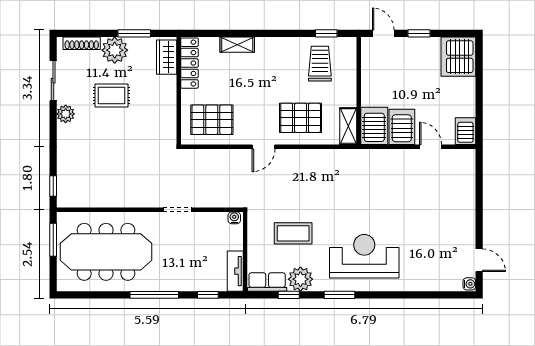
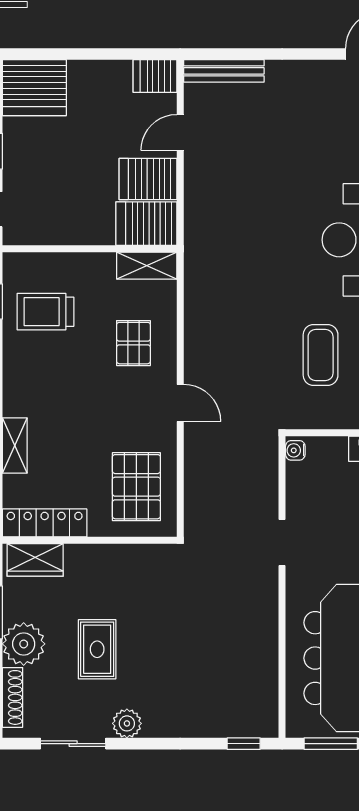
pallet: (301, 118) -> (133, 343), width x0.67, depth x0.71
bench: (469, 174) -> (224, 71), added

